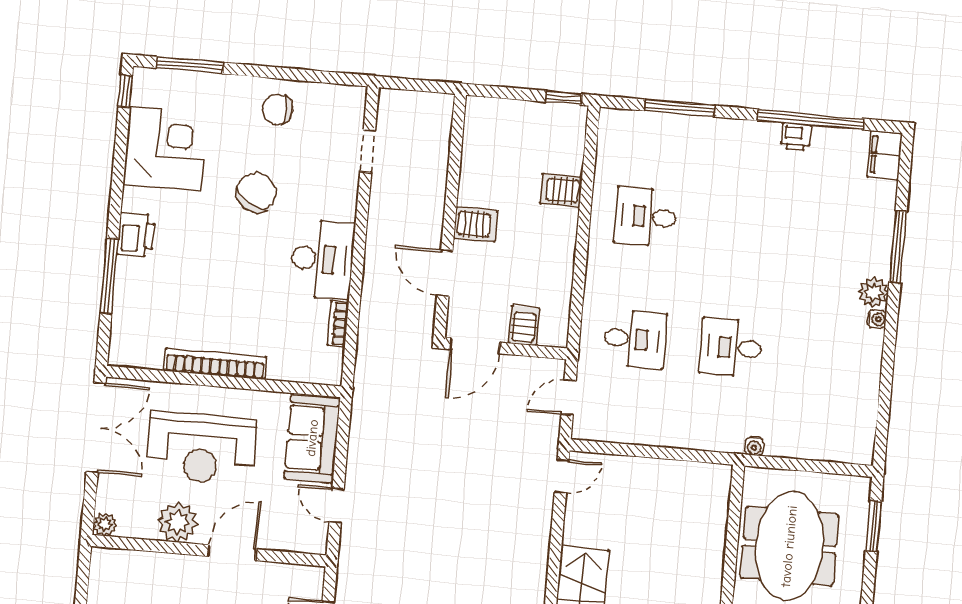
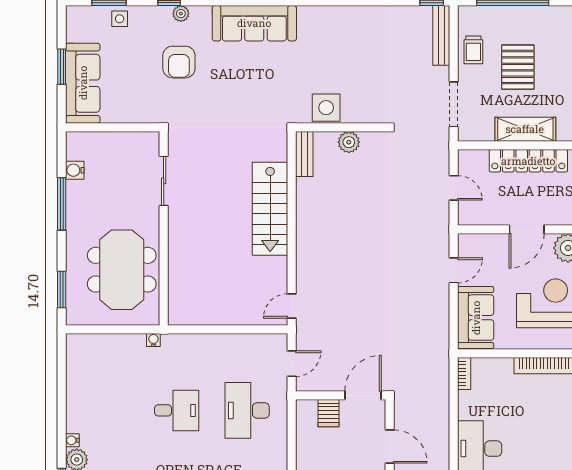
bookcase: (338, 323) -> (464, 373), moved
desk: (635, 339) -> (247, 410), width x1.37
door: (337, 505) -> (454, 270), hinge flipped

